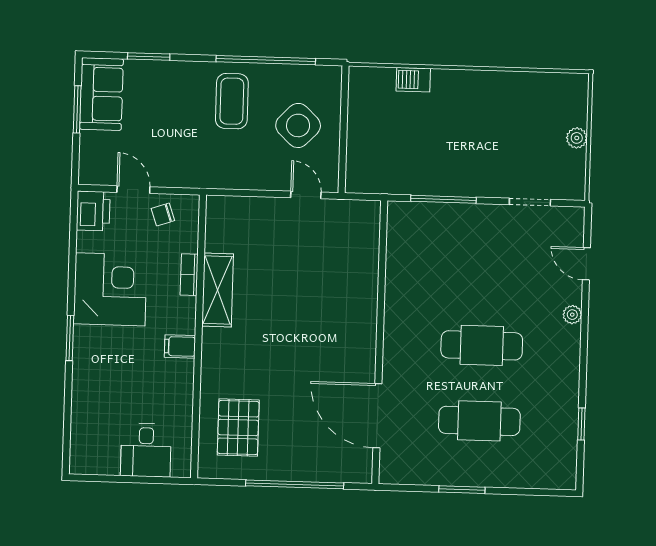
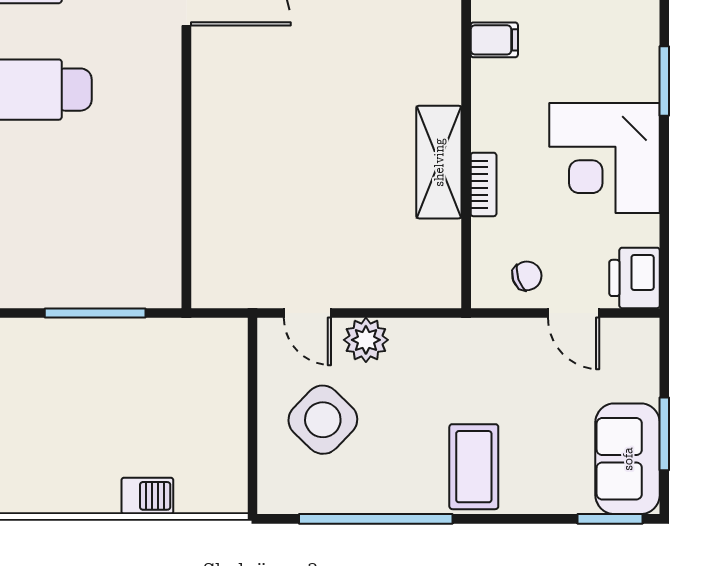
window: (149, 56) -> (610, 519), moved
coffee table: (232, 101) -> (474, 467), moved
plant: (269, 176) -> (366, 340), added
filing cabinet: (180, 346) -> (494, 40), moved

